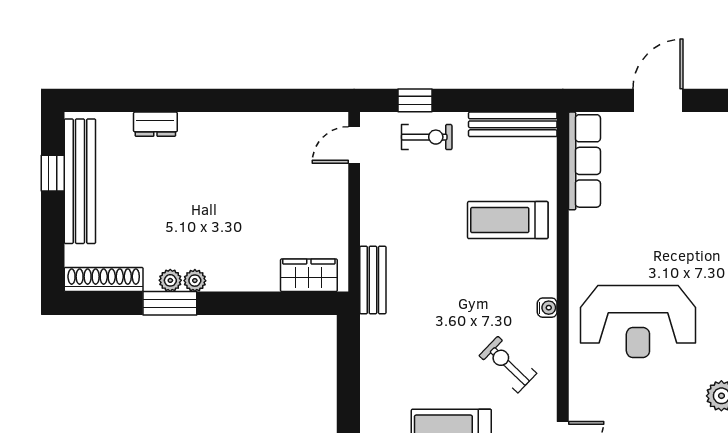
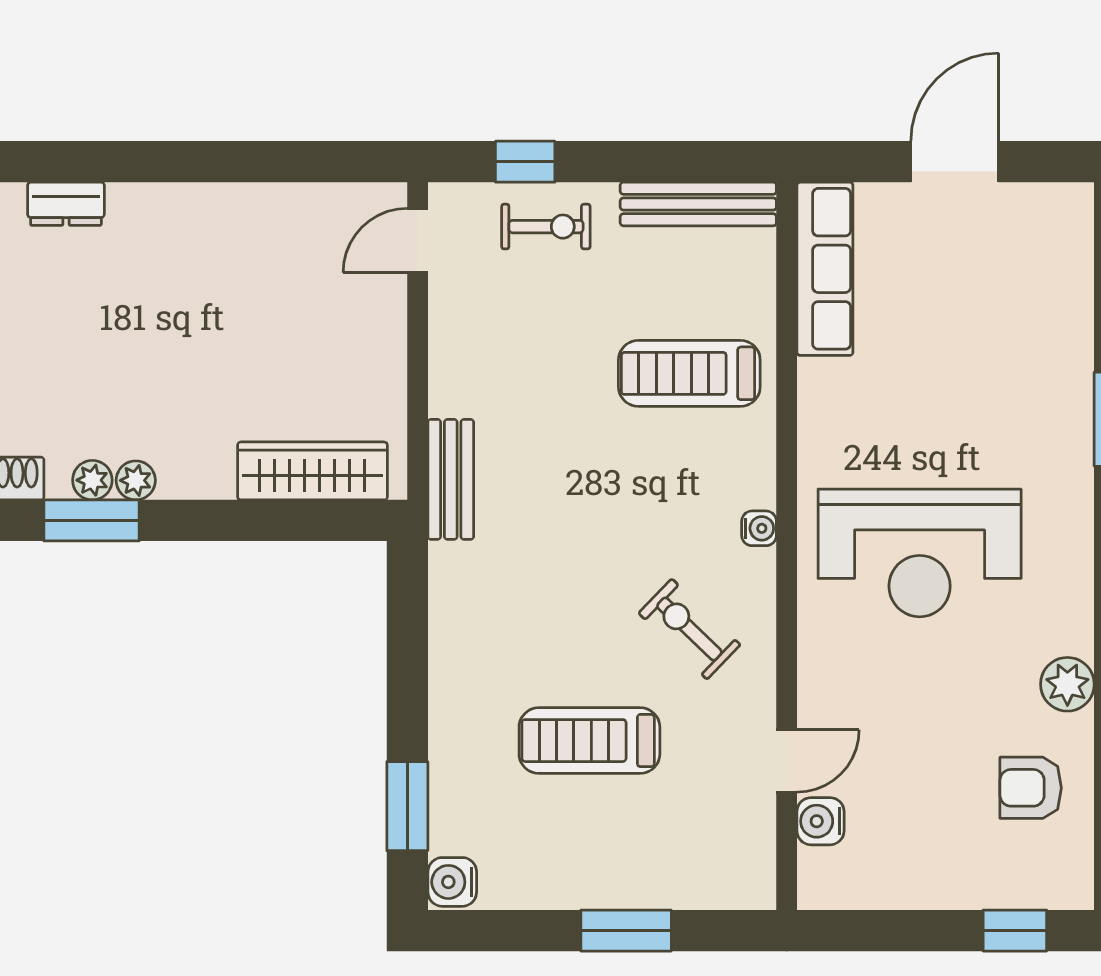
wardrobe: (309, 275) -> (312, 471), width x1.50

